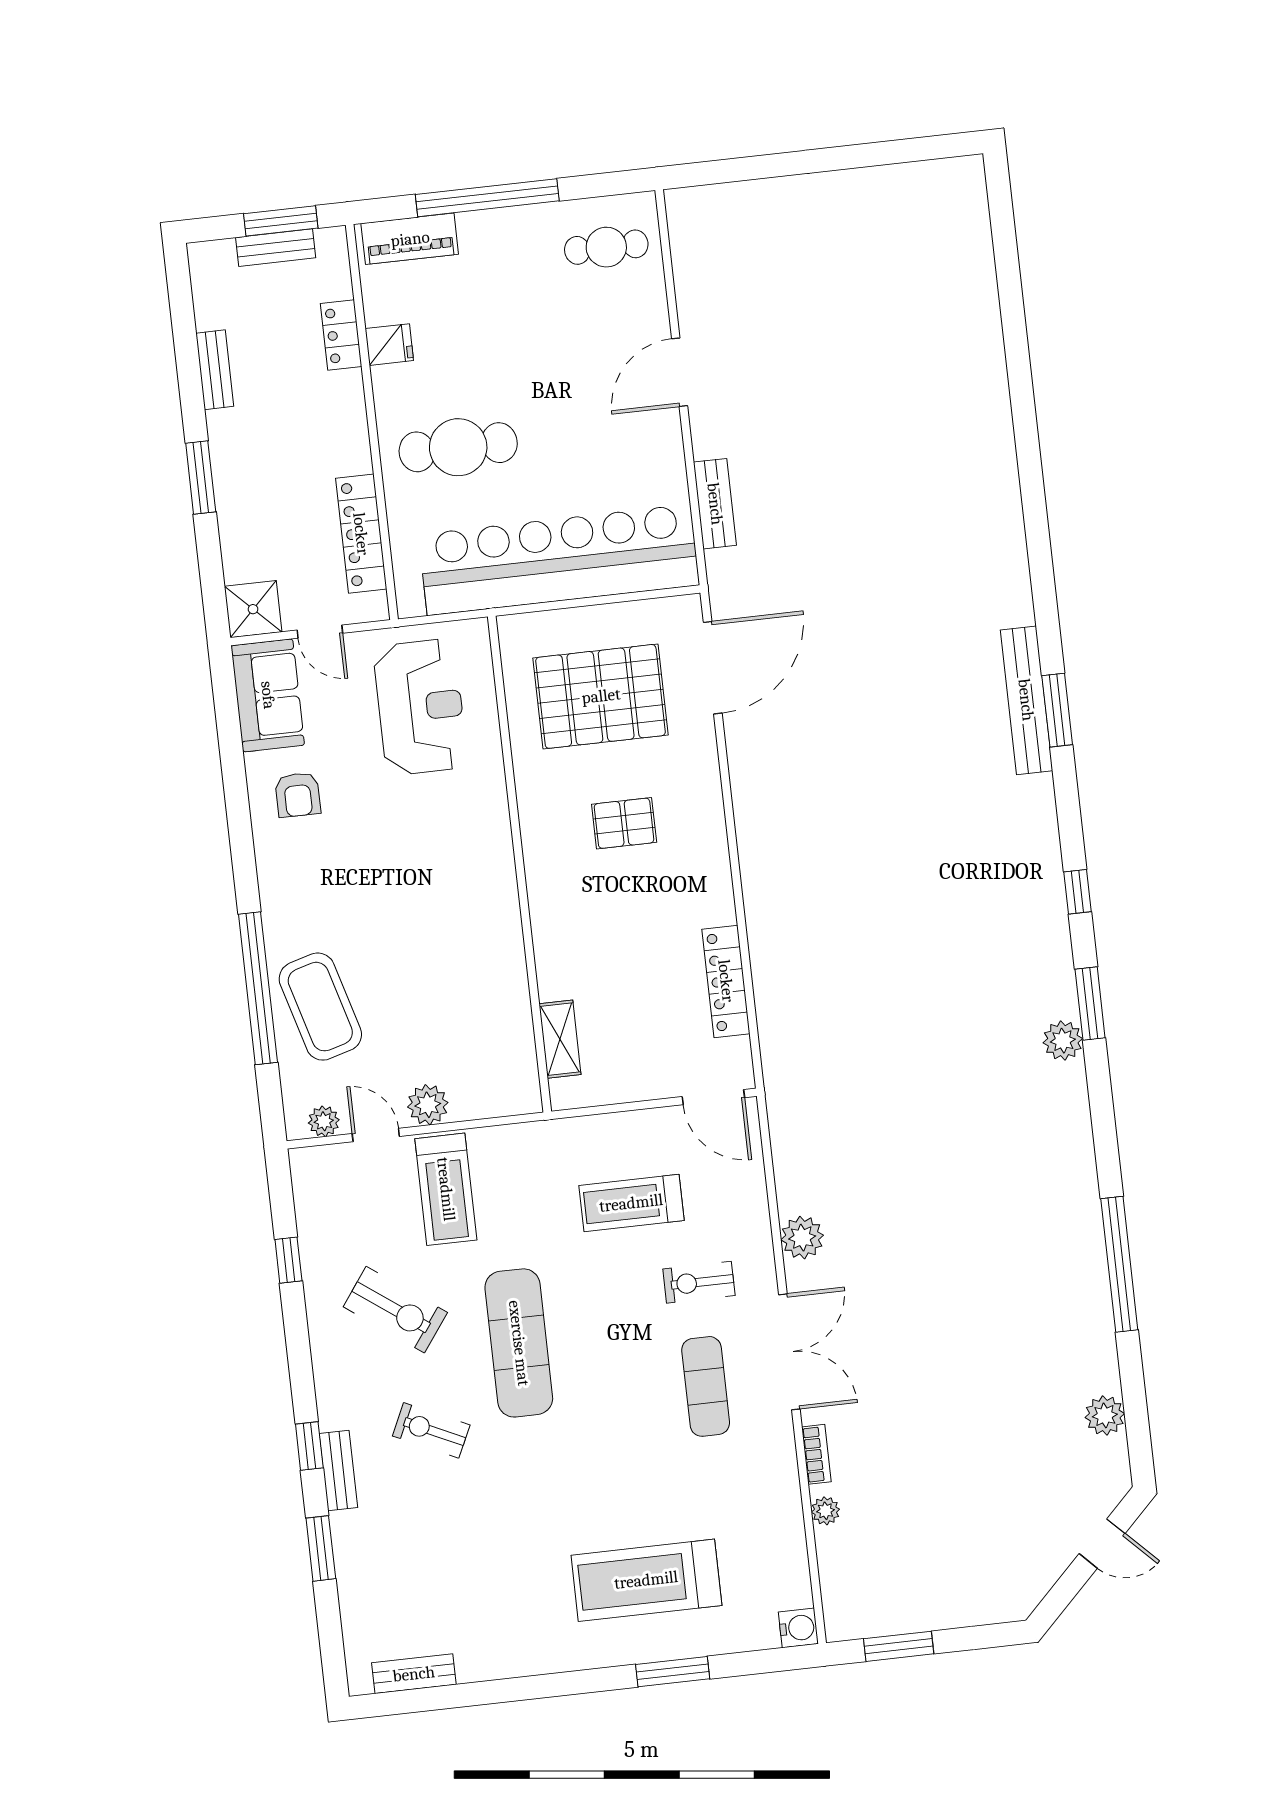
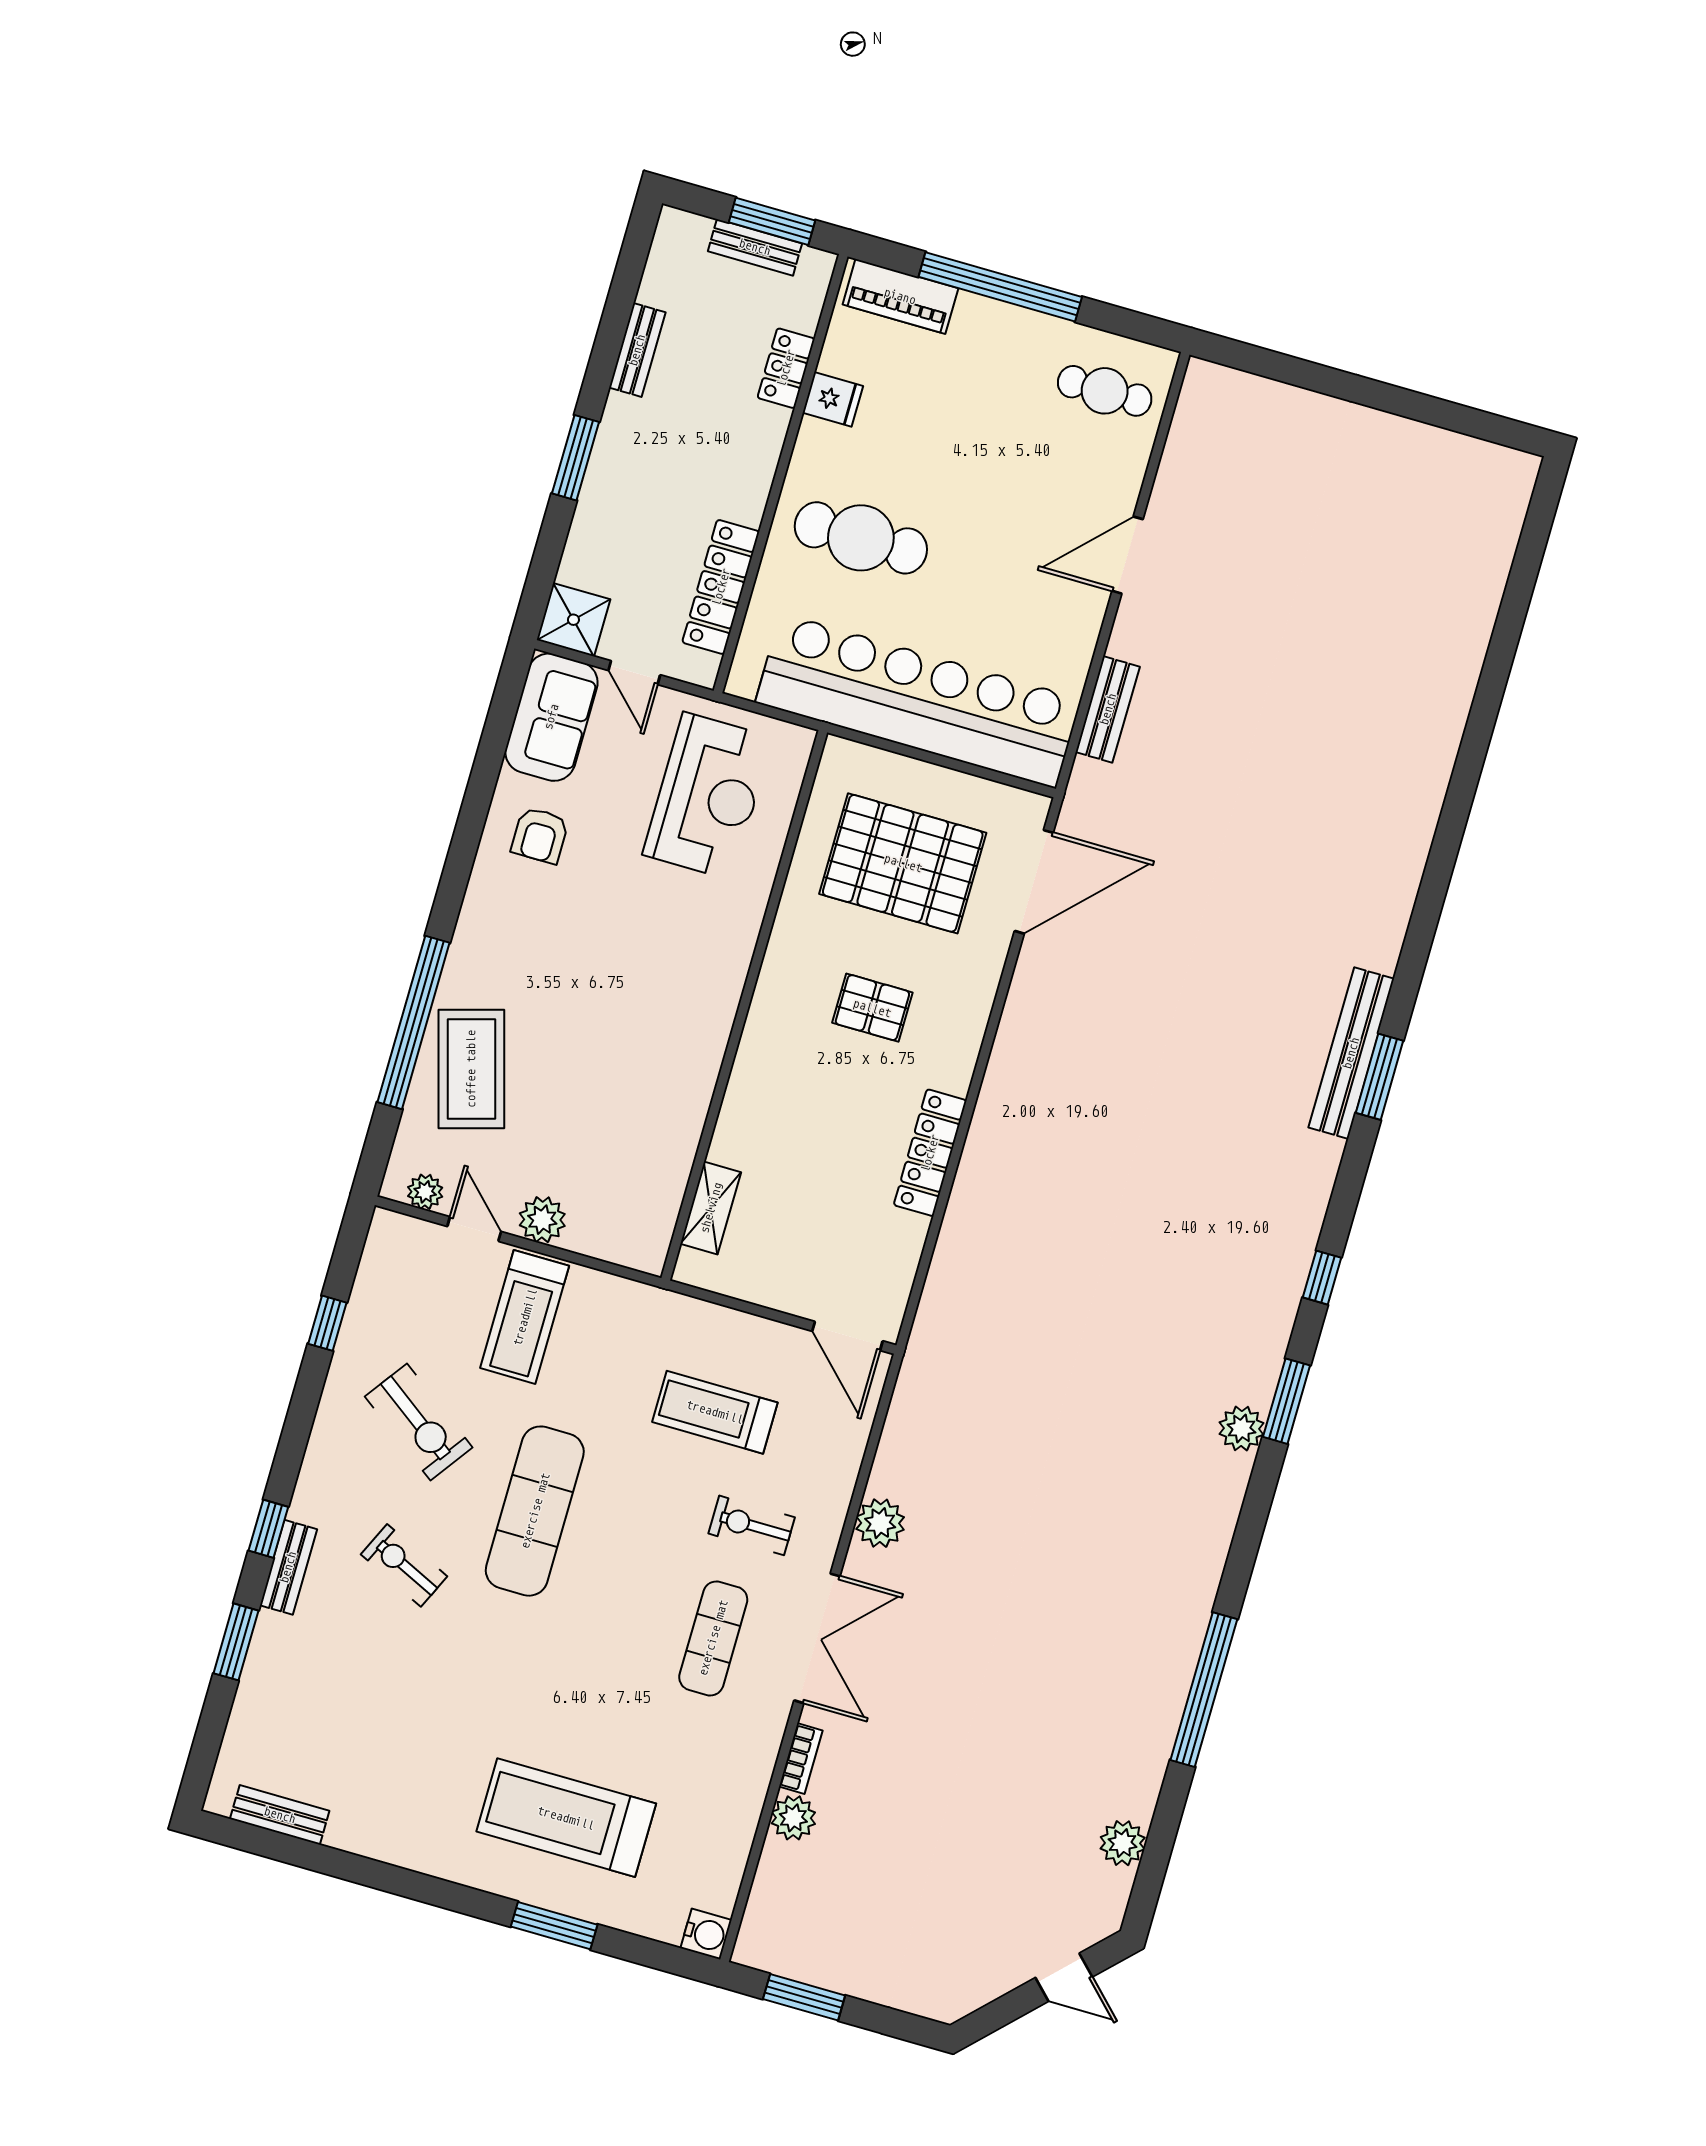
locker: (726, 981) -> (930, 1153), moved
plant: (825, 1511) -> (793, 1818), width x1.38, depth x1.38

